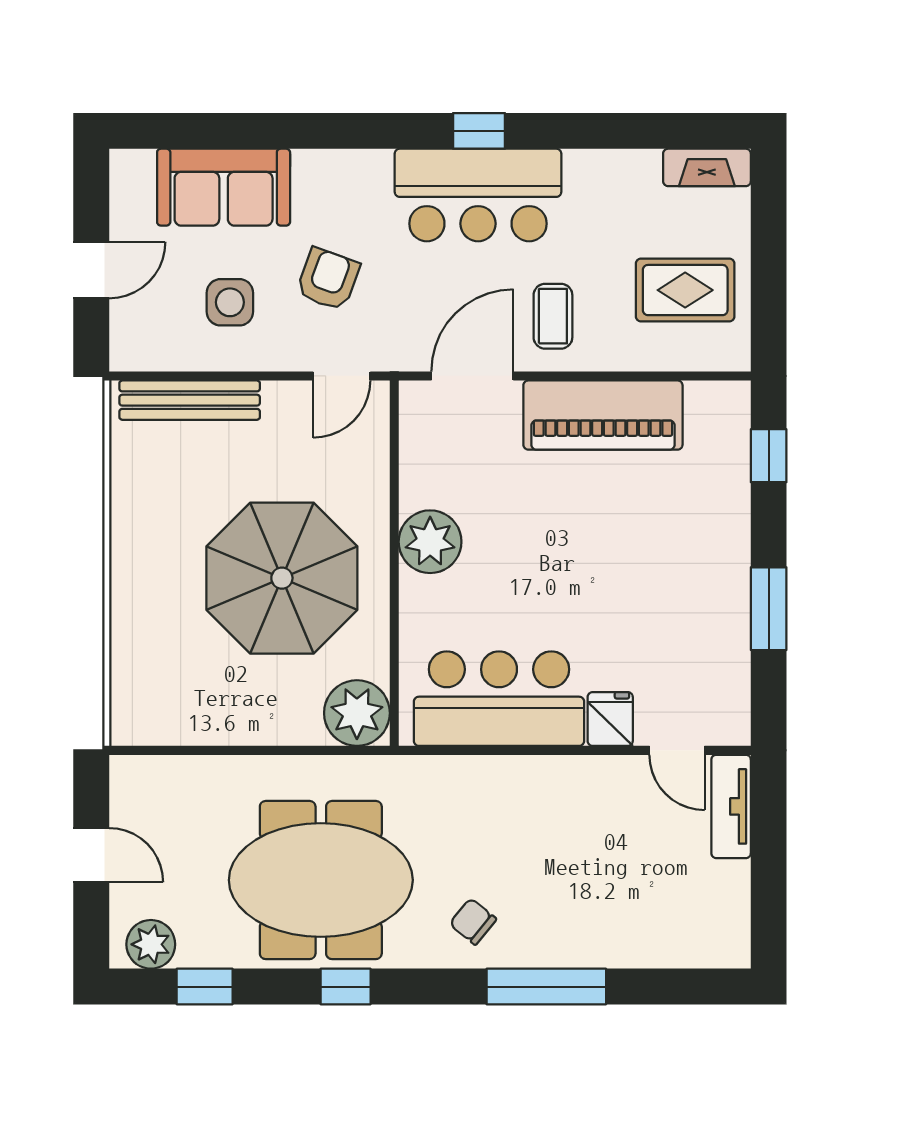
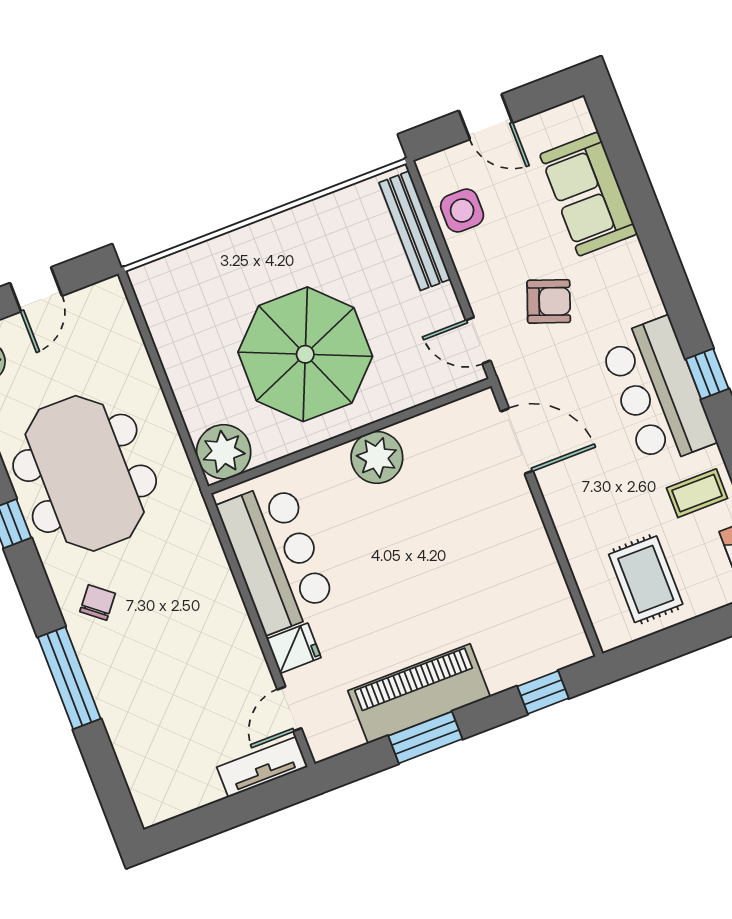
side table: (230, 302) -> (462, 210), moved
coffee table: (553, 316) -> (697, 493), moved
piano: (603, 415) -> (419, 694), moved, turned 90

